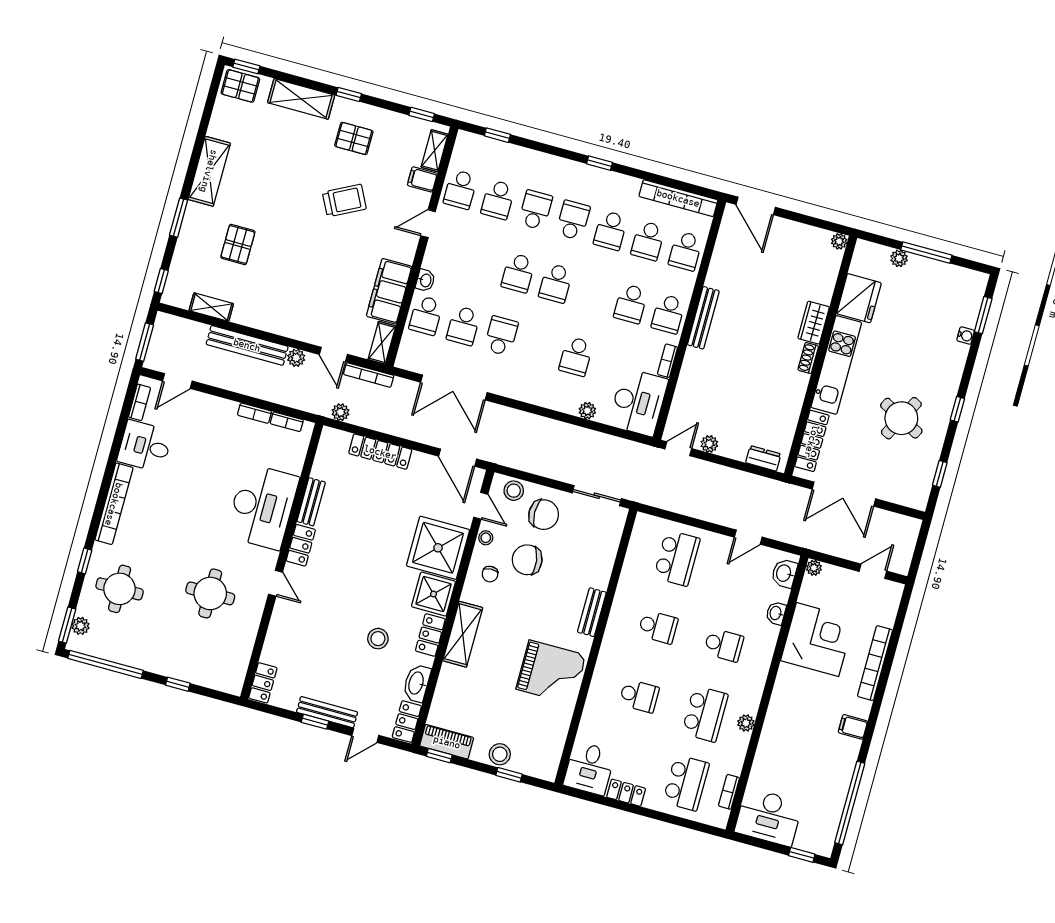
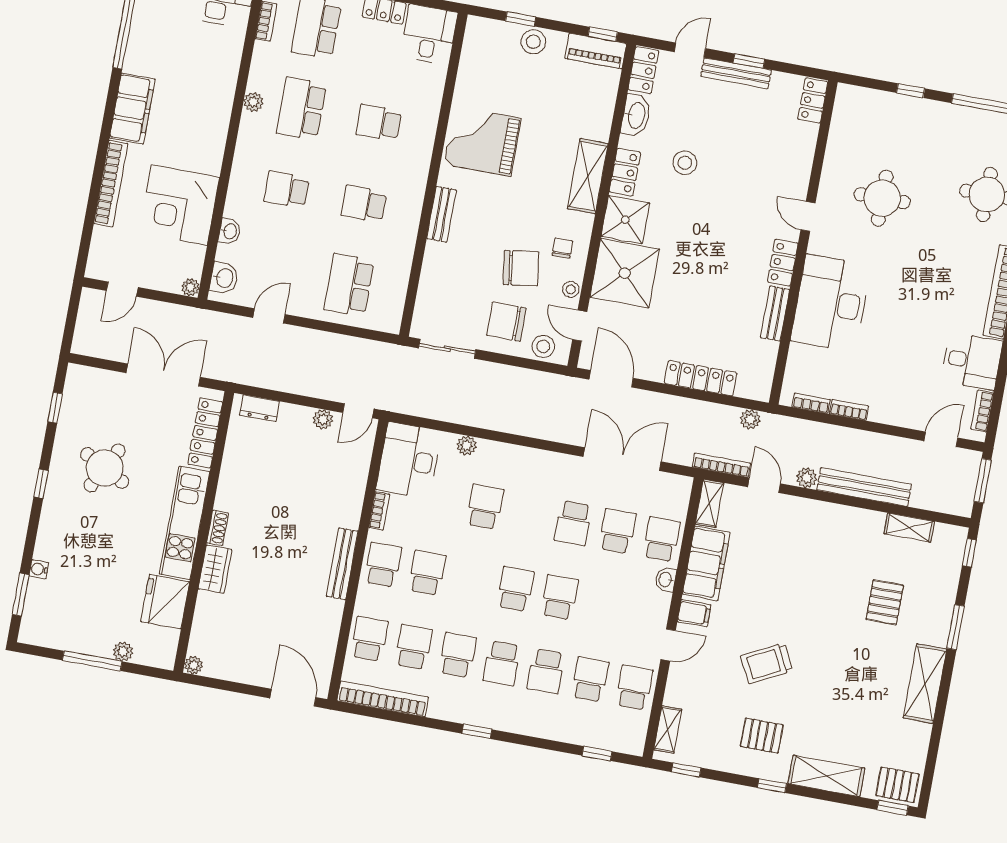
filing cabinet: (422, 179) -> (694, 613), moved
filing cabinet: (853, 727) -> (132, 109), width x3.00, depth x1.17

